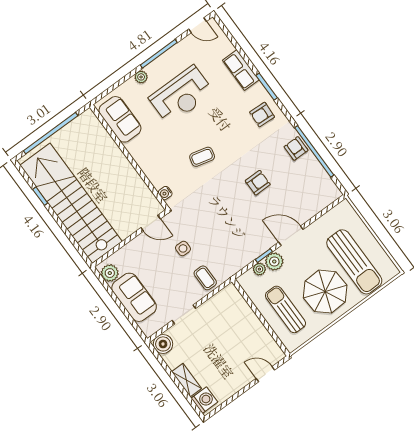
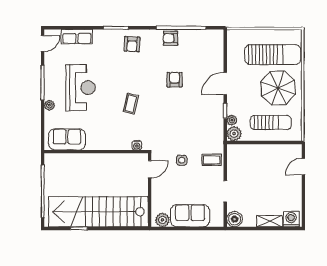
row of seats: (241, 70) -> (77, 37), moved
plant: (274, 262) -> (234, 134), moved
sun lounger: (285, 309) -> (271, 122), turned 180

